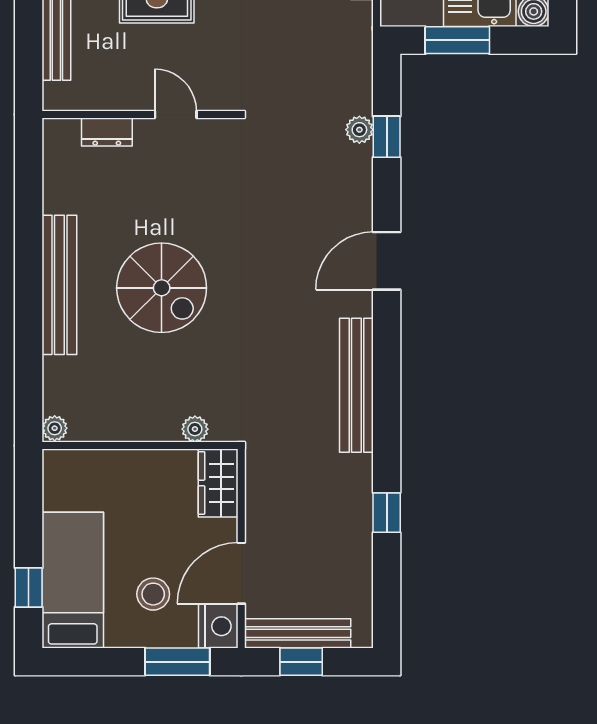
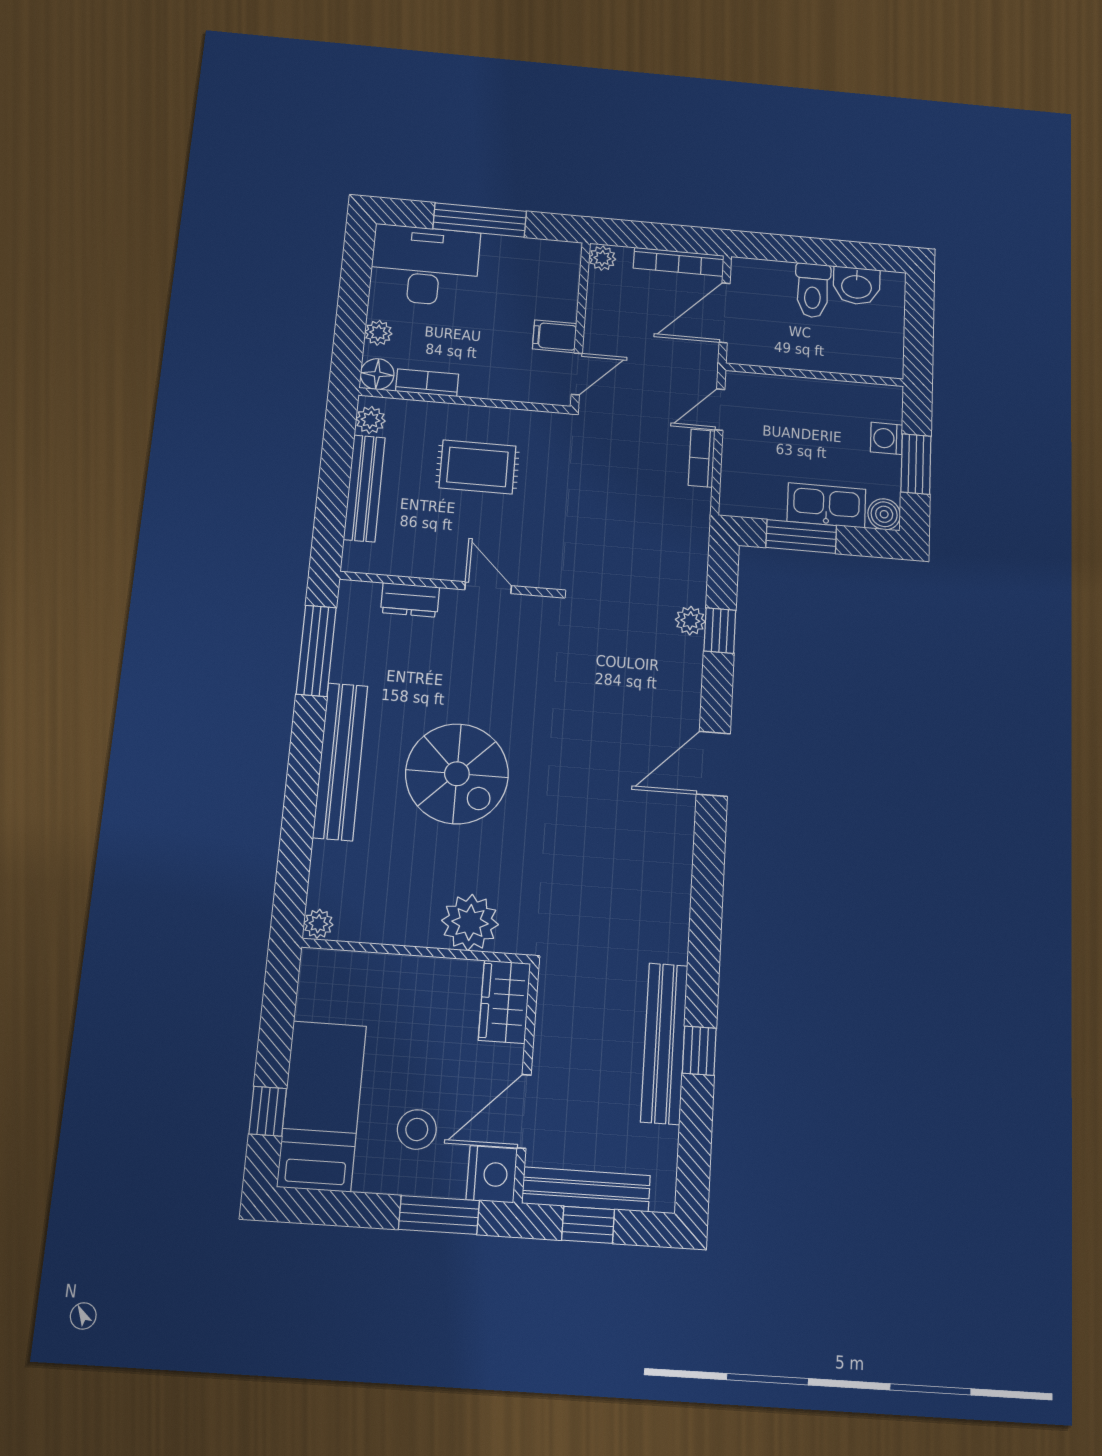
window: (29, 186) -> (316, 651), added
bench: (356, 385) -> (664, 1043), moved
plant: (195, 429) -> (470, 922), width x1.88, depth x1.88

